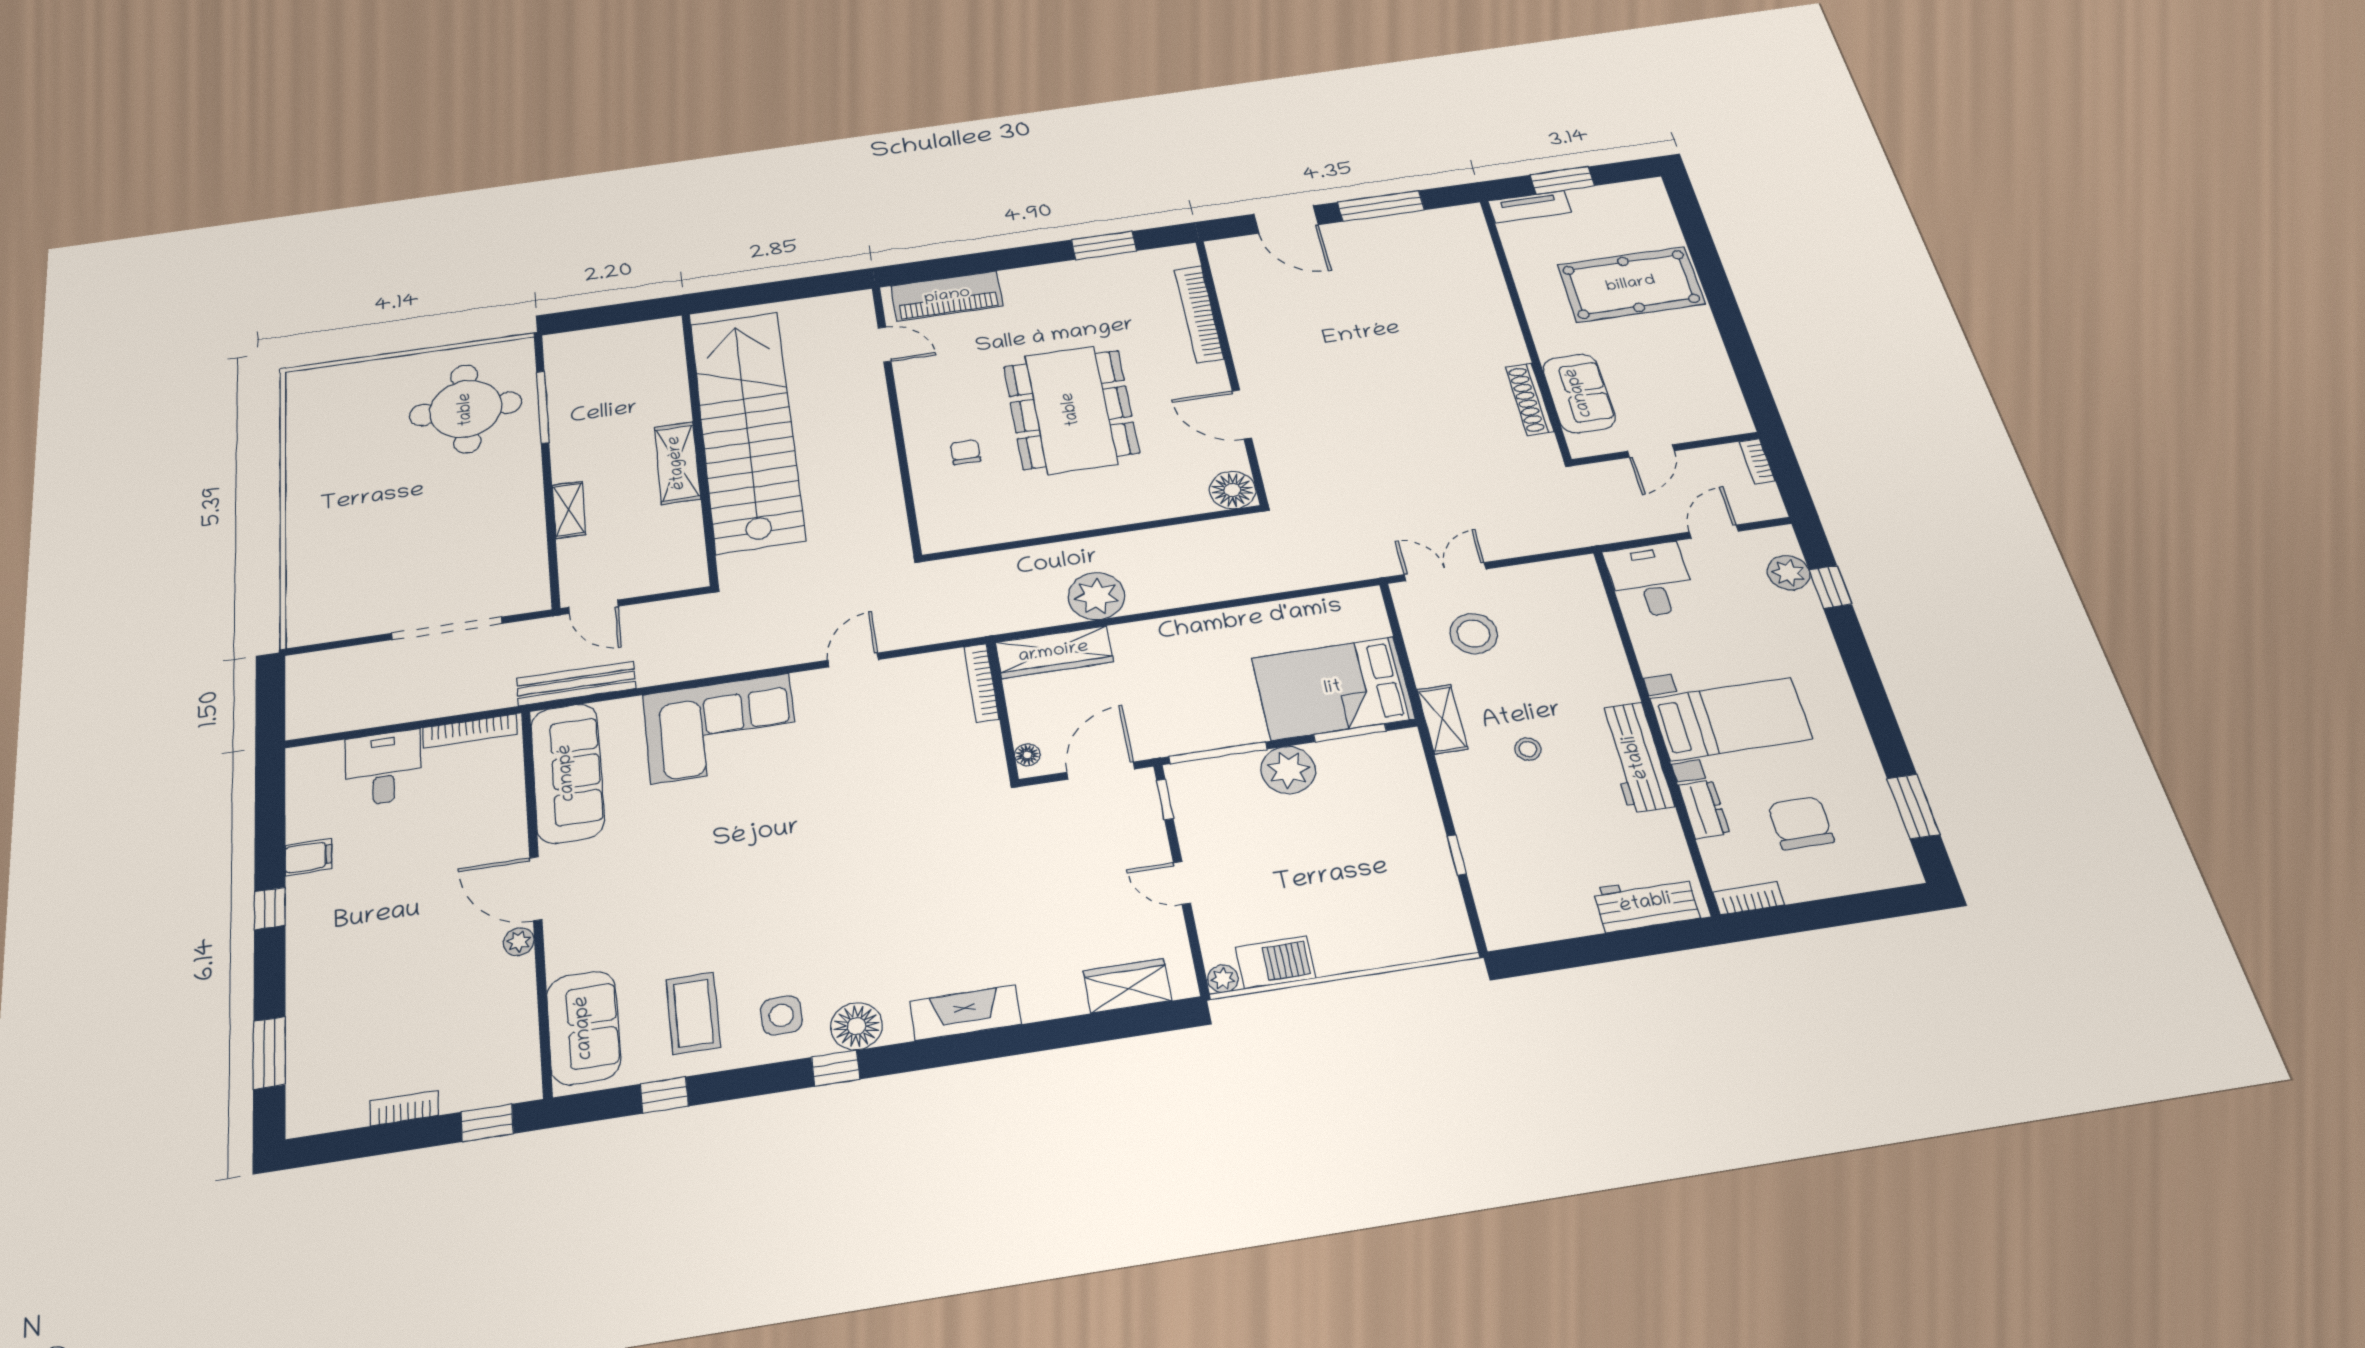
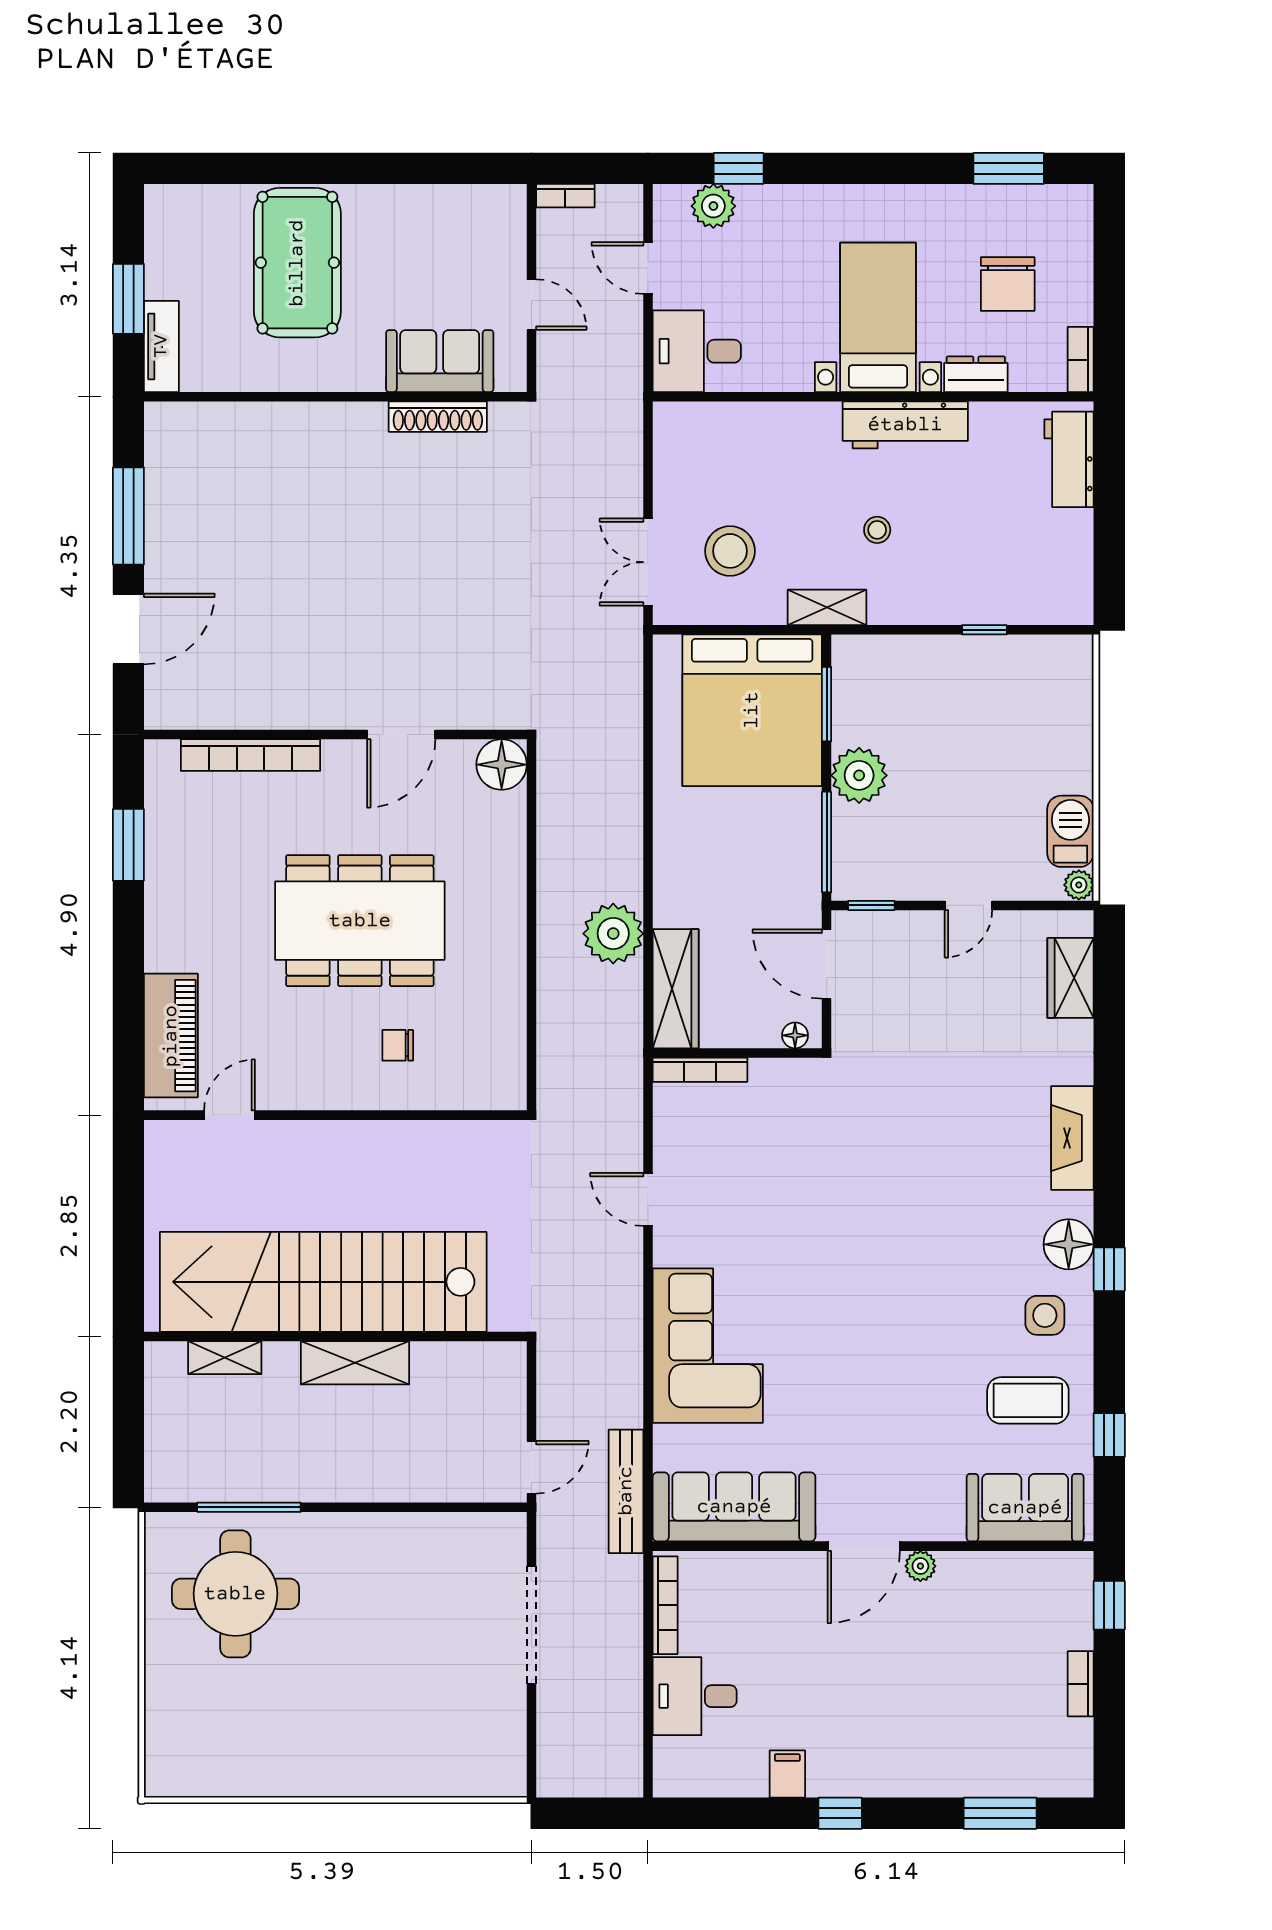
shelving: (569, 510) -> (225, 1358), moved
bed: (1333, 688) -> (752, 710), width x1.36
chair: (1801, 823) -> (1008, 284), turned -90

